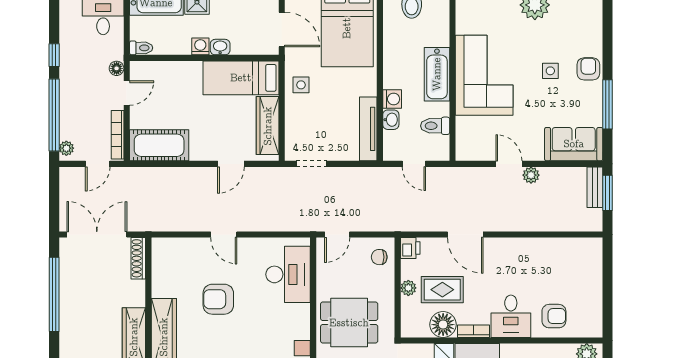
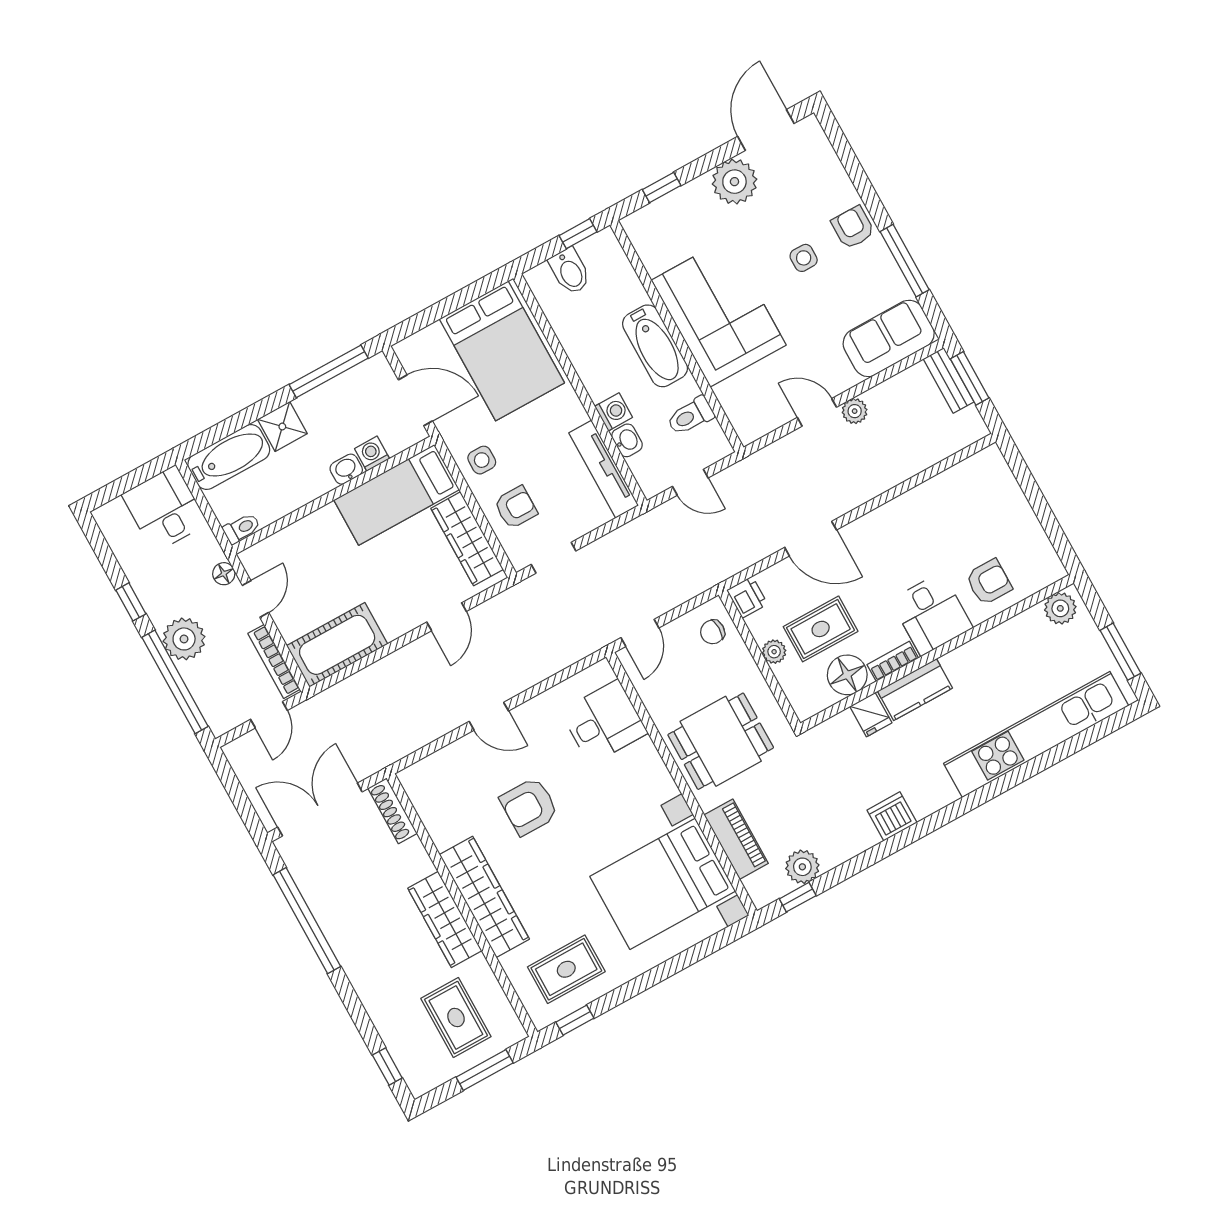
washing machine: (200, 46) -> (372, 454), moved
armchair: (305, 123) -> (516, 507), added
plant: (66, 148) -> (184, 639), moved, width x1.88, depth x1.88
desk: (288, 274) -> (604, 722), width x0.73

